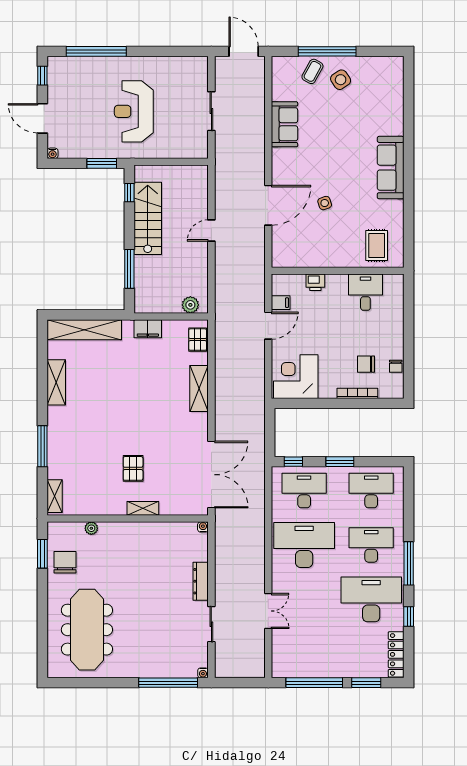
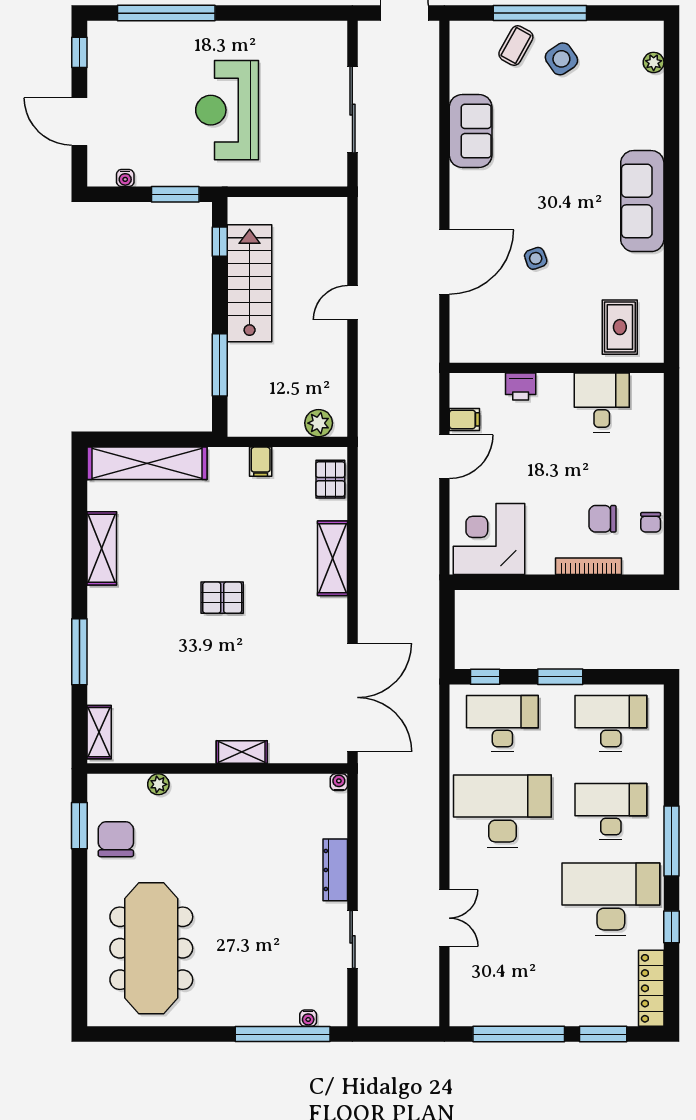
plant: (398, 82) -> (654, 62), added
sliding door: (211, 111) -> (352, 110), width x1.37
water cooler: (53, 153) -> (125, 178), moved
filing cabinet: (148, 329) -> (261, 462), width x0.50
pallet: (133, 468) -> (222, 598), moved, turned 90
water cooler: (203, 673) -> (308, 1018), moved

